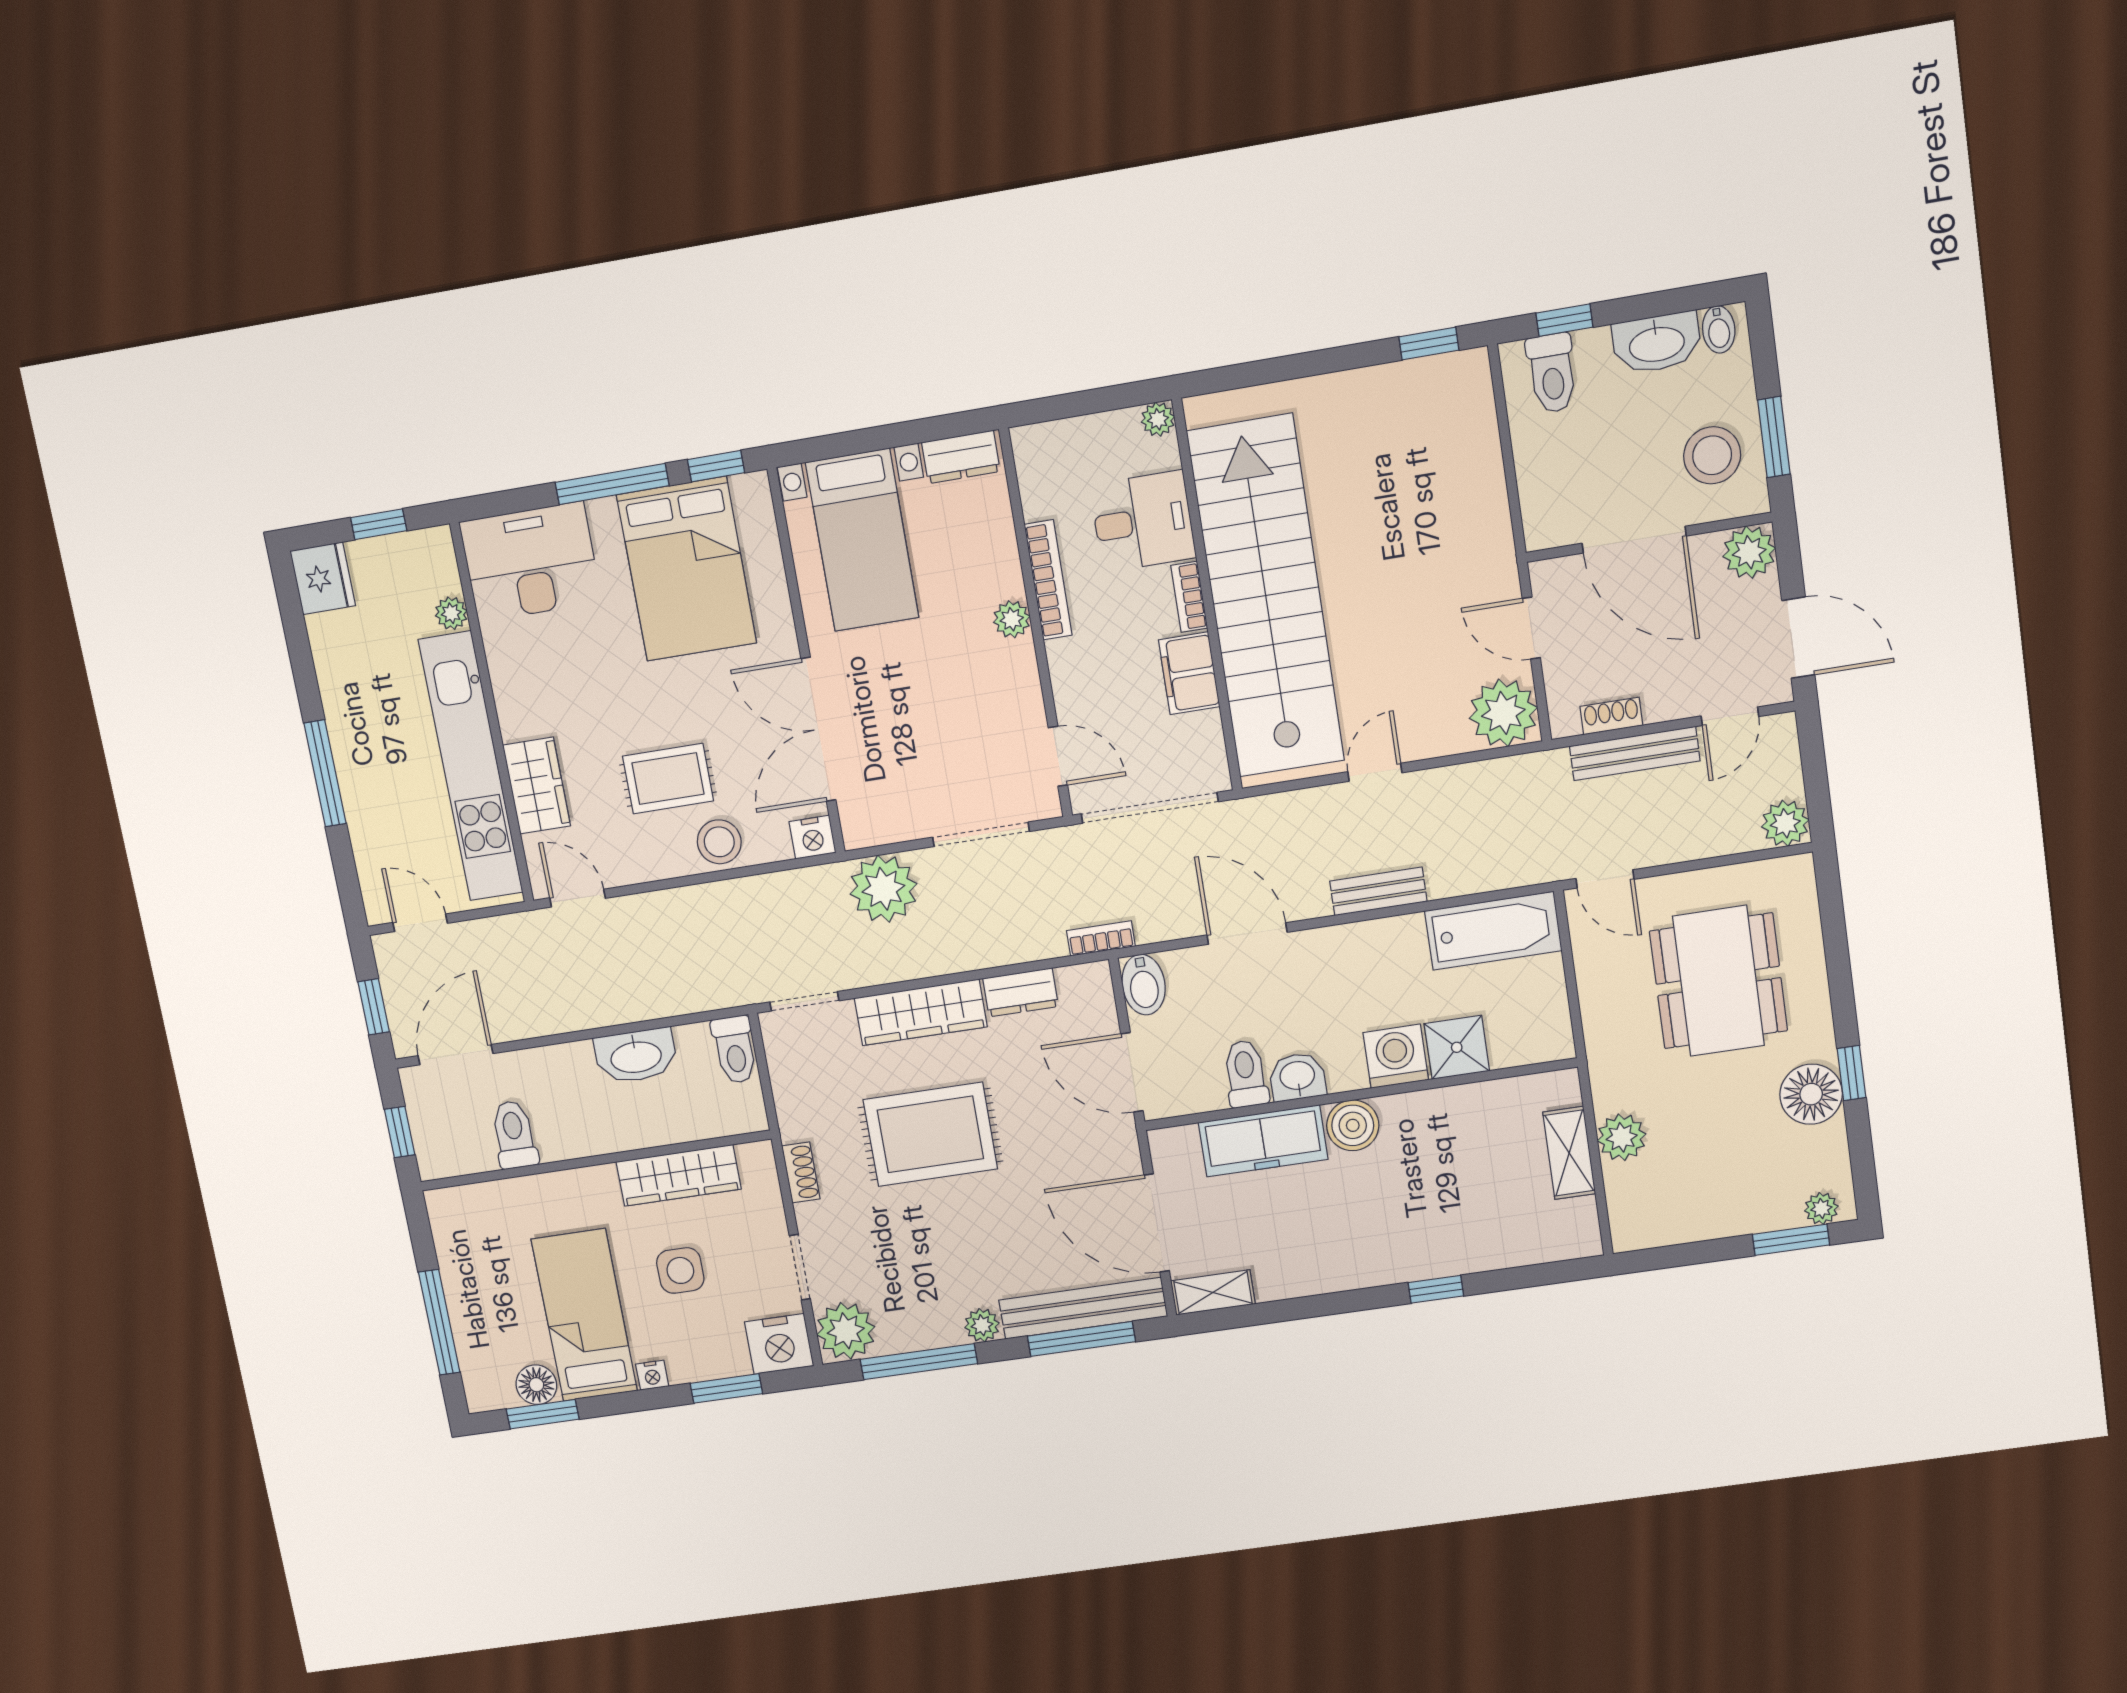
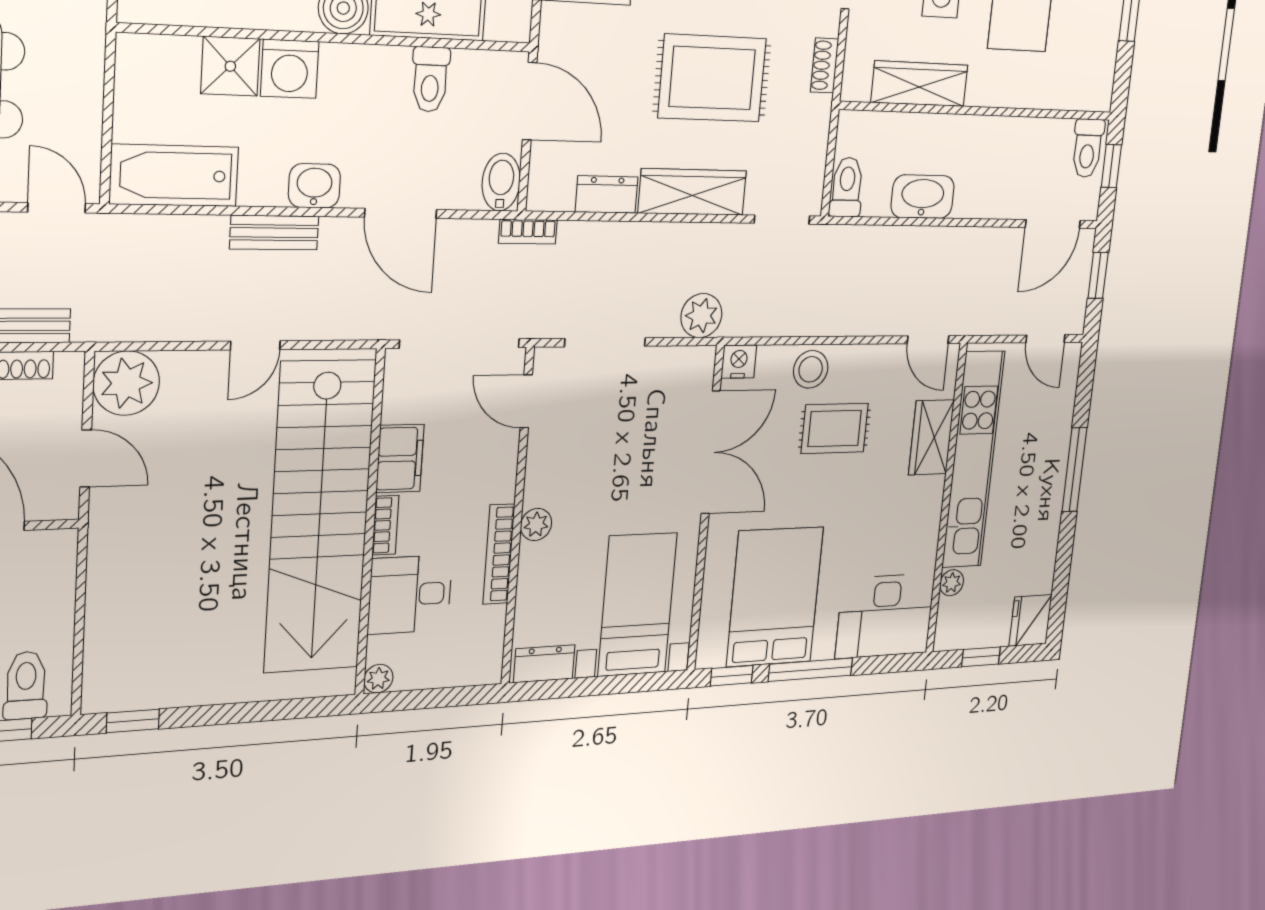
plant: (883, 889) -> (701, 316), width x0.73, depth x0.73
washbasin: (1297, 1077) -> (314, 186), moved, turned 180
toilet: (514, 1135) -> (1088, 148), moved

